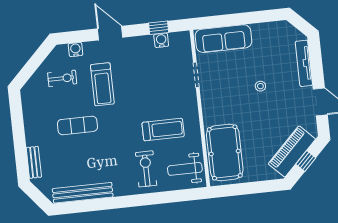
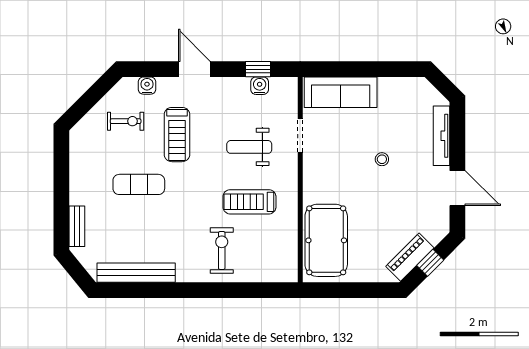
treadmill: (163, 130) -> (249, 202), turned 180
piano: (292, 151) -> (410, 257), width x0.73, depth x0.75
weight bench: (185, 169) -> (249, 147), moved

